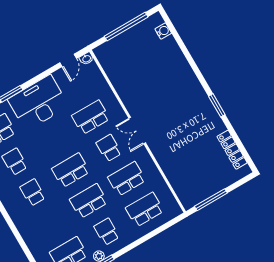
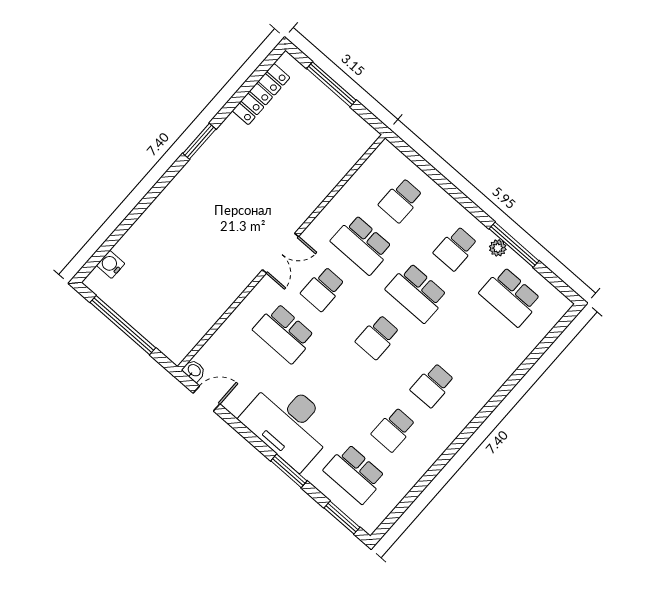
school desk: (71, 170) -> (378, 337), width x0.54
window: (211, 200) -> (331, 84), moved
school desk: (145, 210) -> (401, 200), width x0.54

